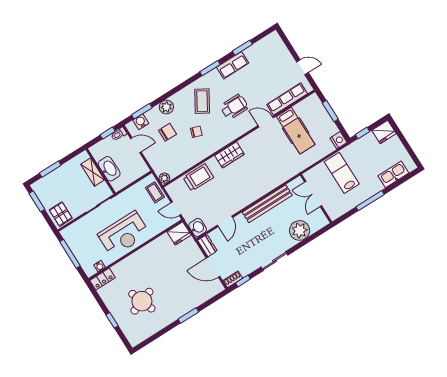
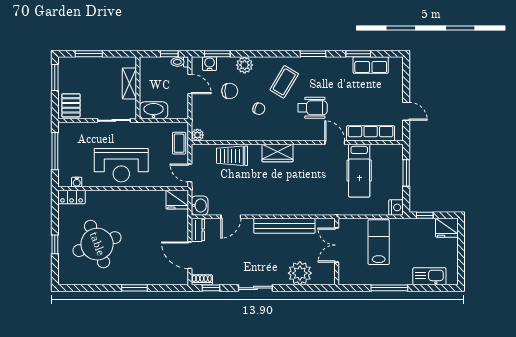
row of seats: (233, 65) -> (371, 65), moved
washbasin: (109, 169) -> (154, 110), moved, turned -90
trolley: (198, 177) -> (232, 156), turned 180
round table: (142, 301) -> (97, 244), width x1.36, depth x1.36

